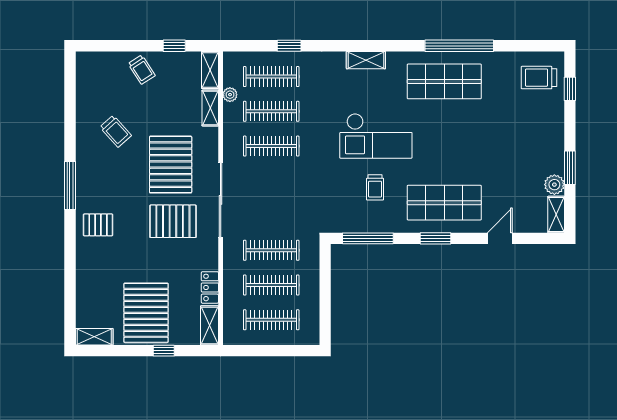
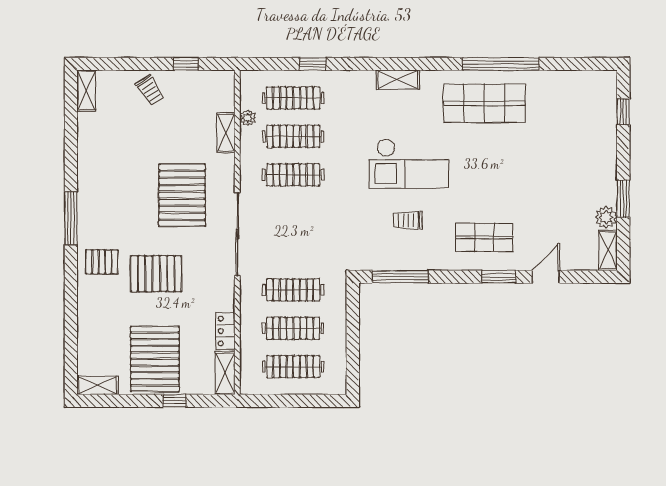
shelving: (210, 70) -> (86, 91), moved
trolley: (539, 78) -> (589, 99), removed
trolley: (116, 131) -> (121, 158), removed
trolley: (375, 187) -> (408, 220), turned 90
shop shelf: (444, 203) -> (484, 237), width x0.70, depth x0.74
pallet: (173, 221) -> (156, 274), moved
window: (436, 238) -> (499, 277), moved

